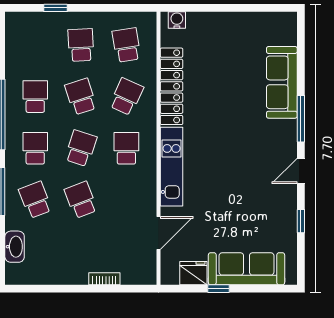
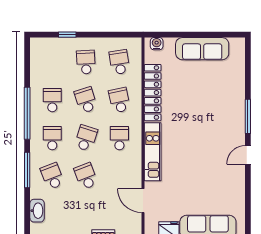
sofa: (282, 82) -> (202, 49), moved, turned -90
school desk: (126, 97) -> (119, 100), turned -36
window: (301, 221) -> (248, 192), removed
door: (159, 233) -> (143, 201), swing flipped

